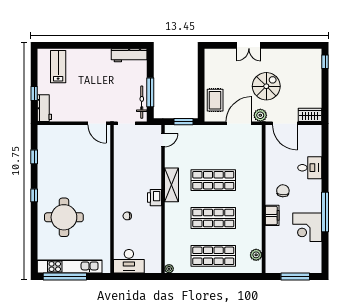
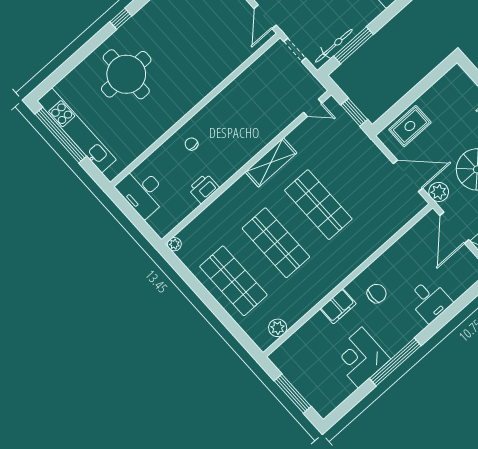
printer: (154, 198) -> (204, 188), moved

